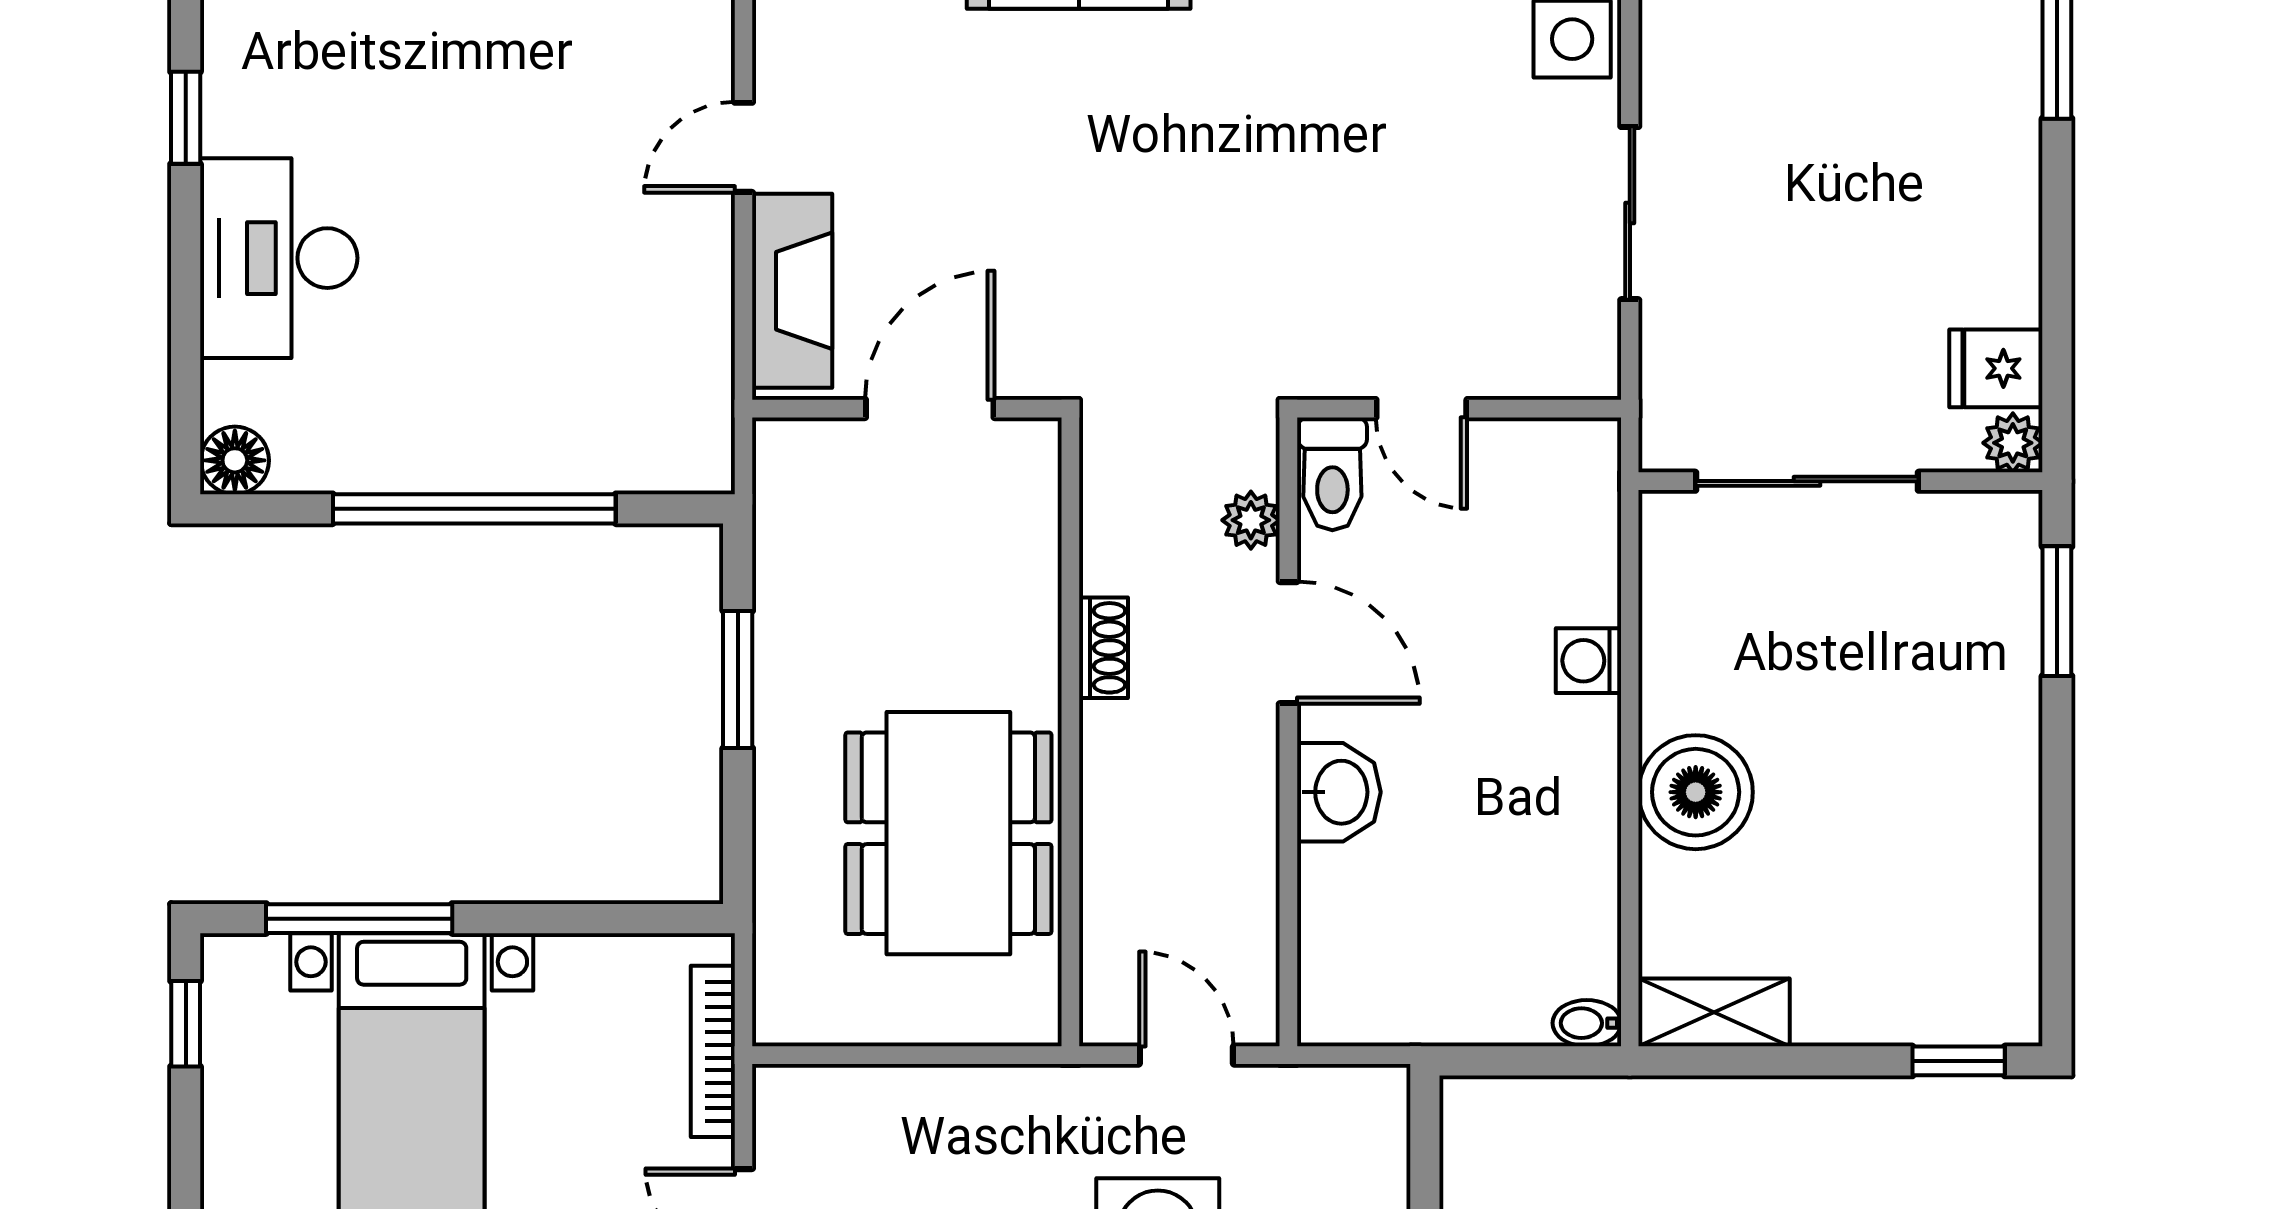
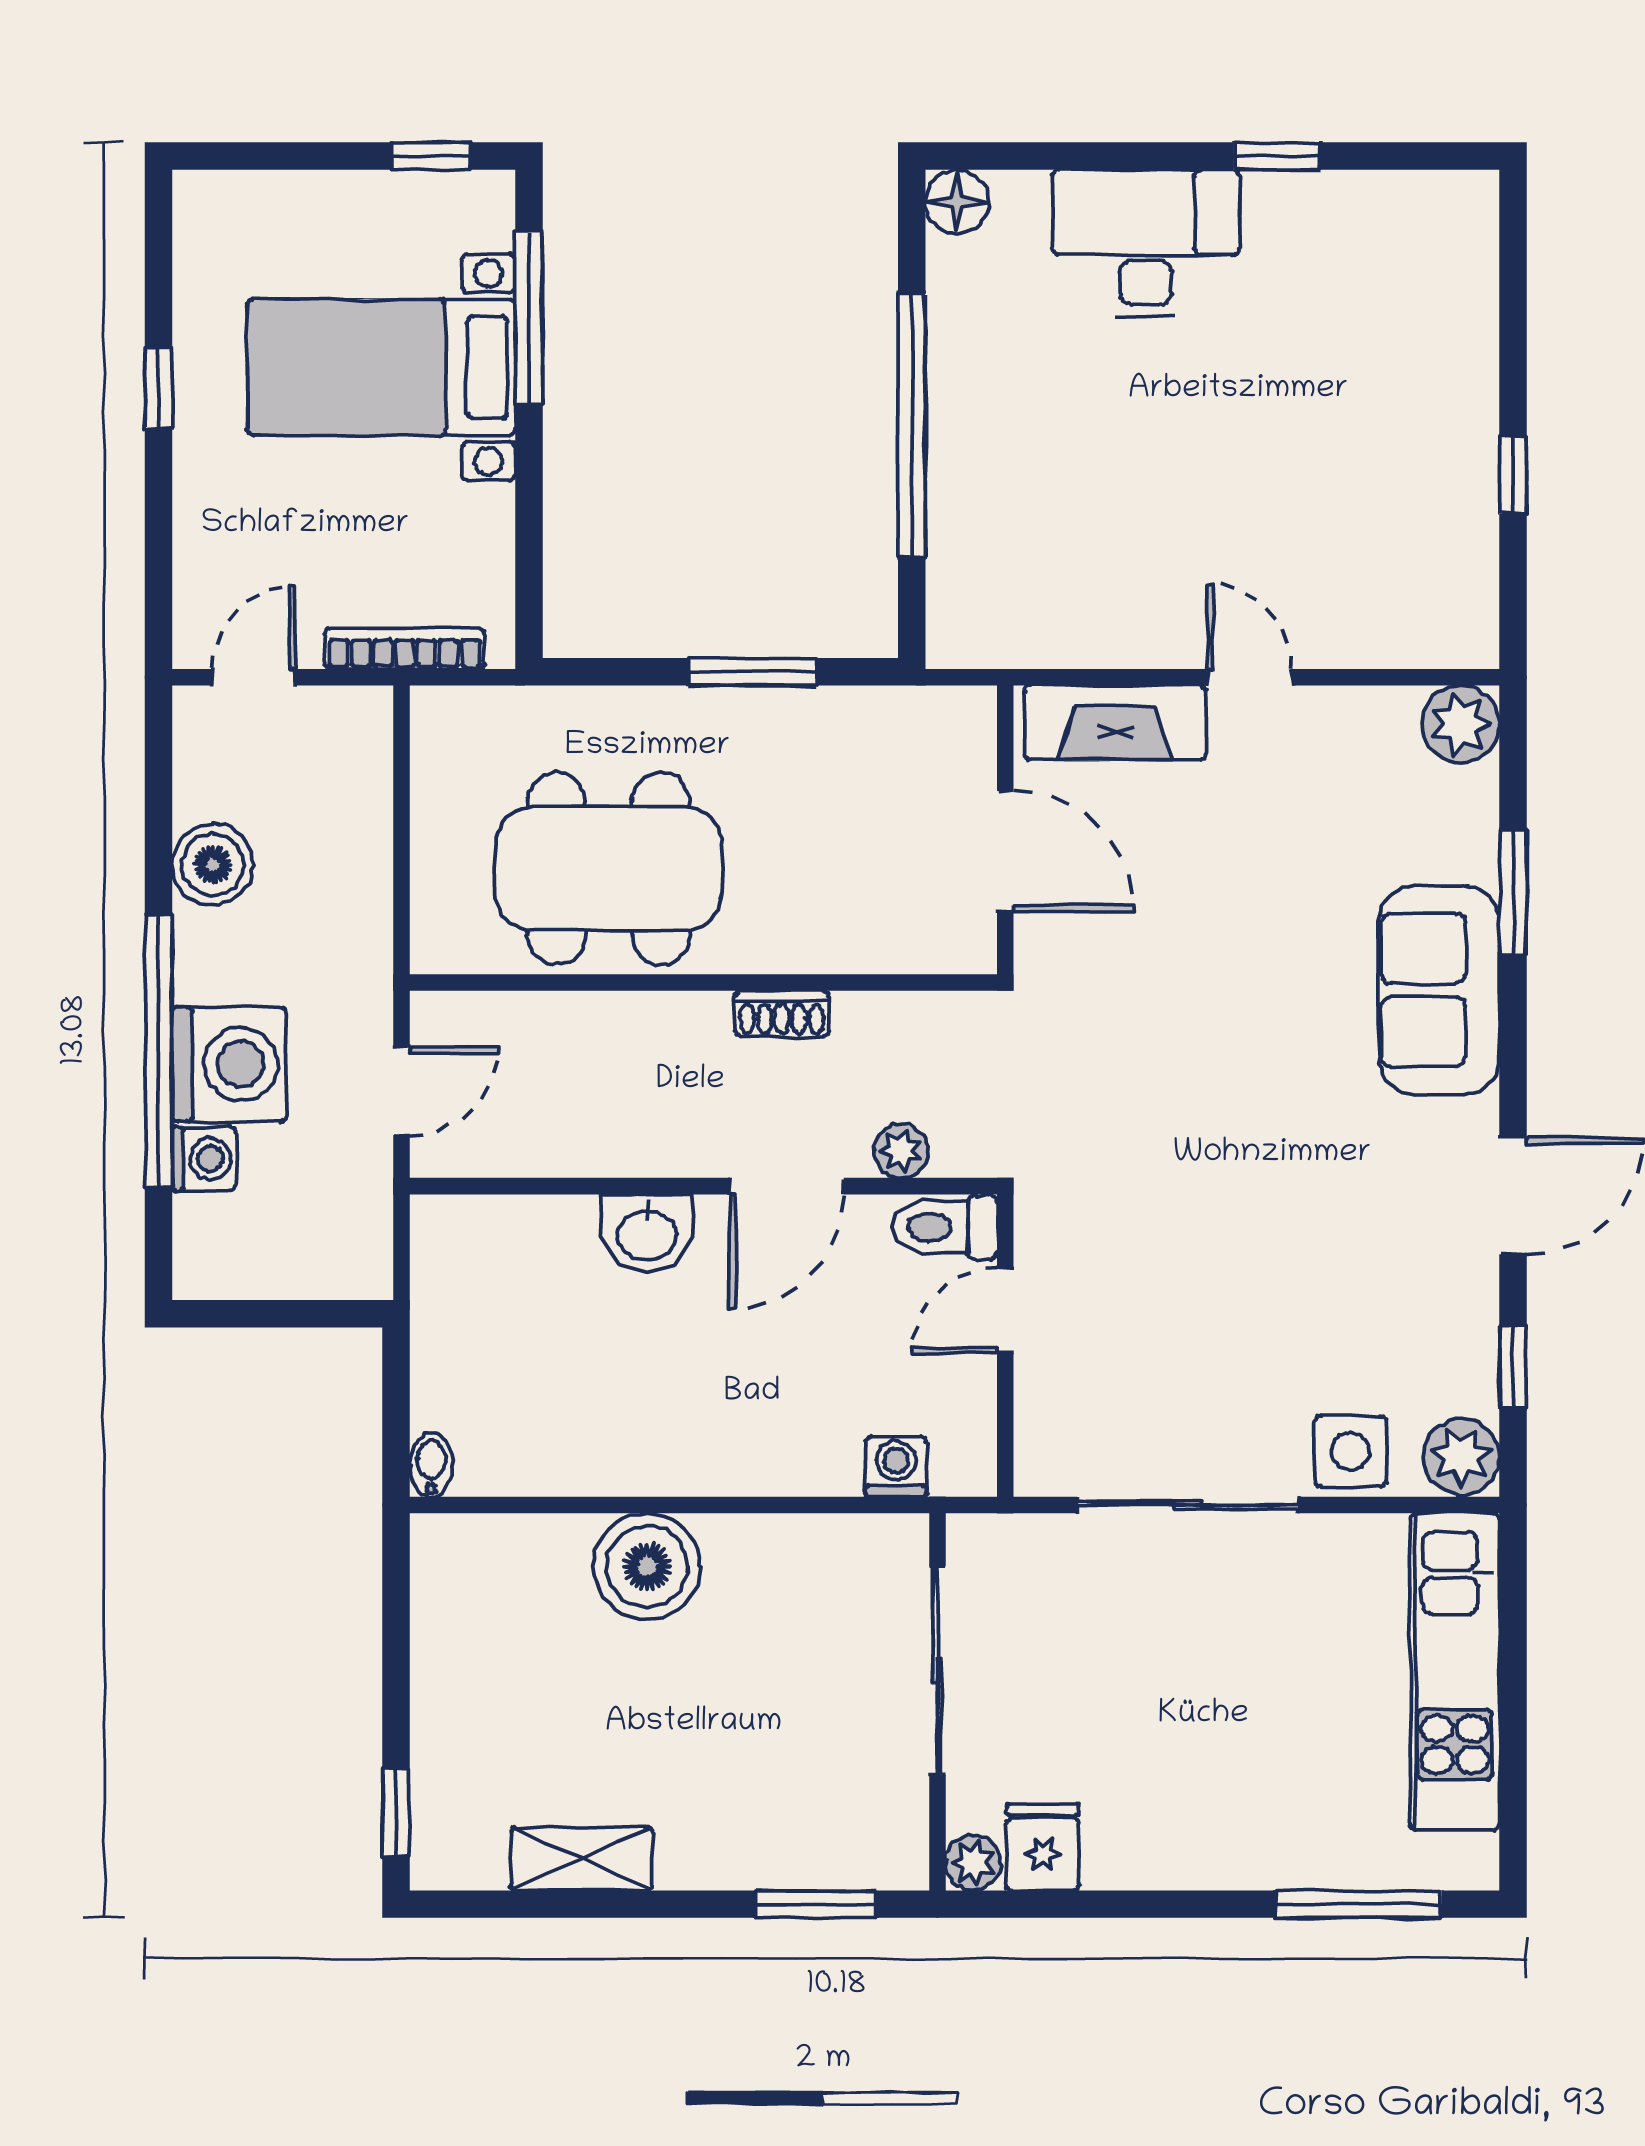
sliding door: (1630, 213) -> (1188, 1505), width x1.37
washing machine: (1589, 661) -> (896, 1467), moved
shelving: (1714, 1012) -> (581, 1859), moved, turned 90

